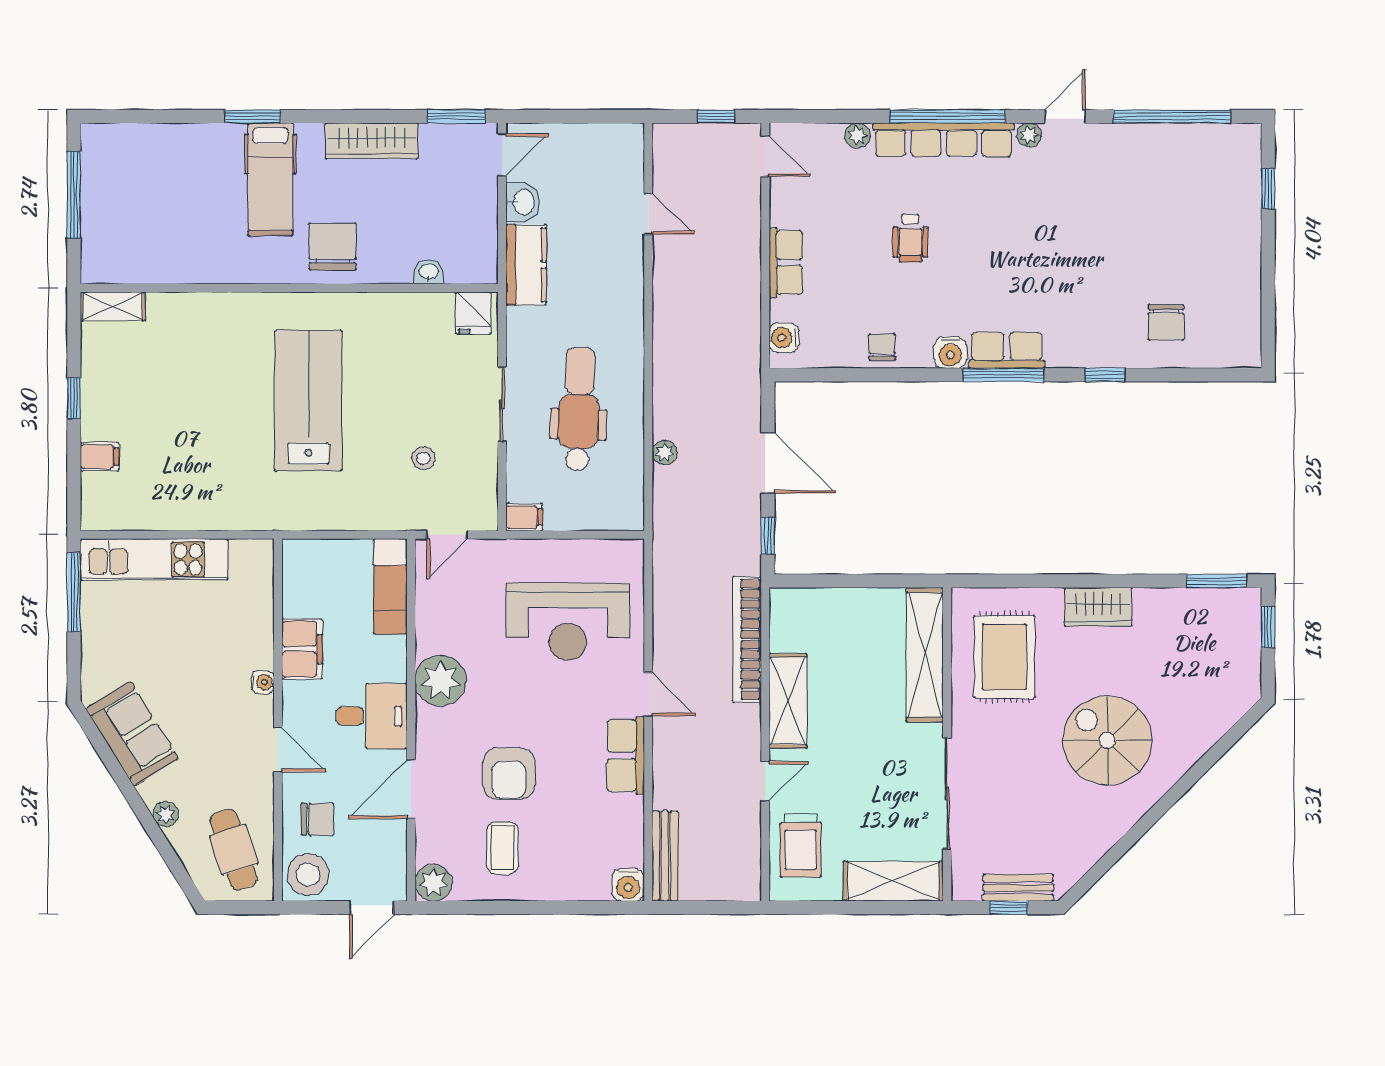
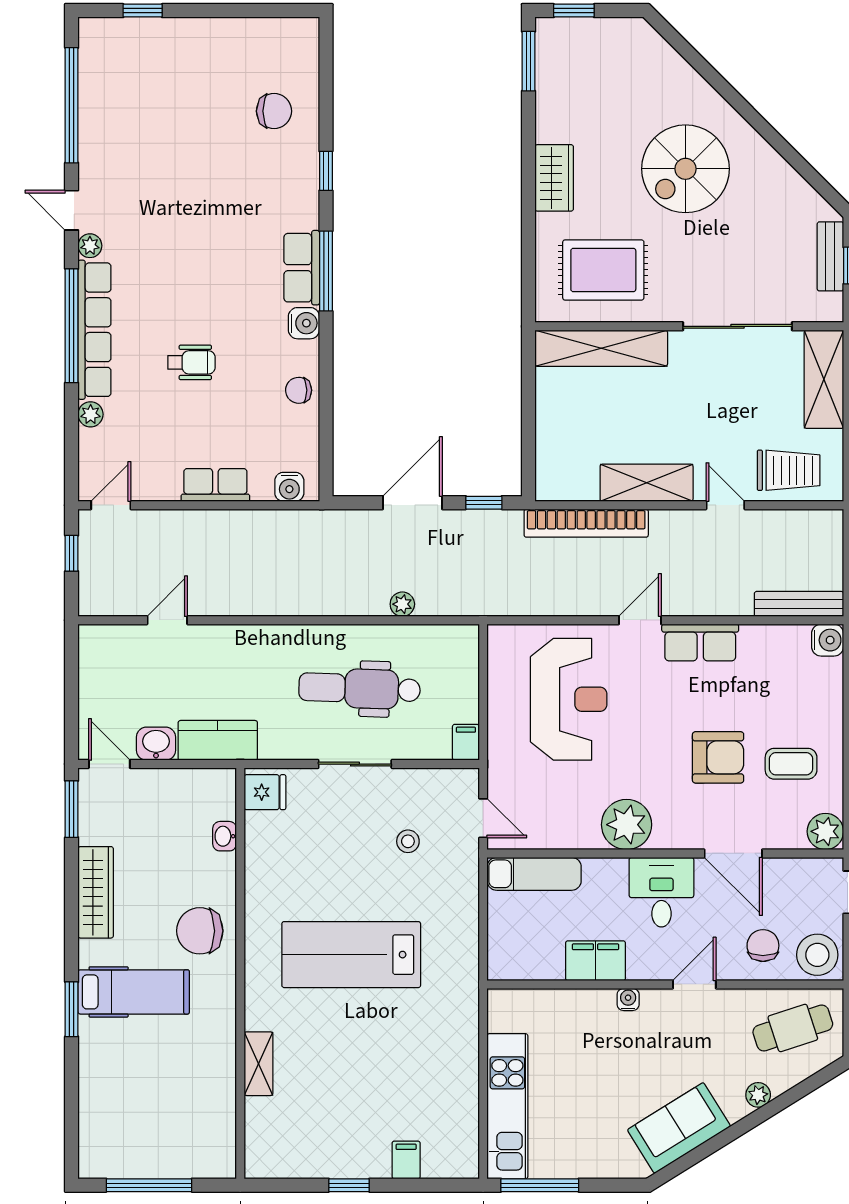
shelving: (113, 306) -> (258, 1064), moved

